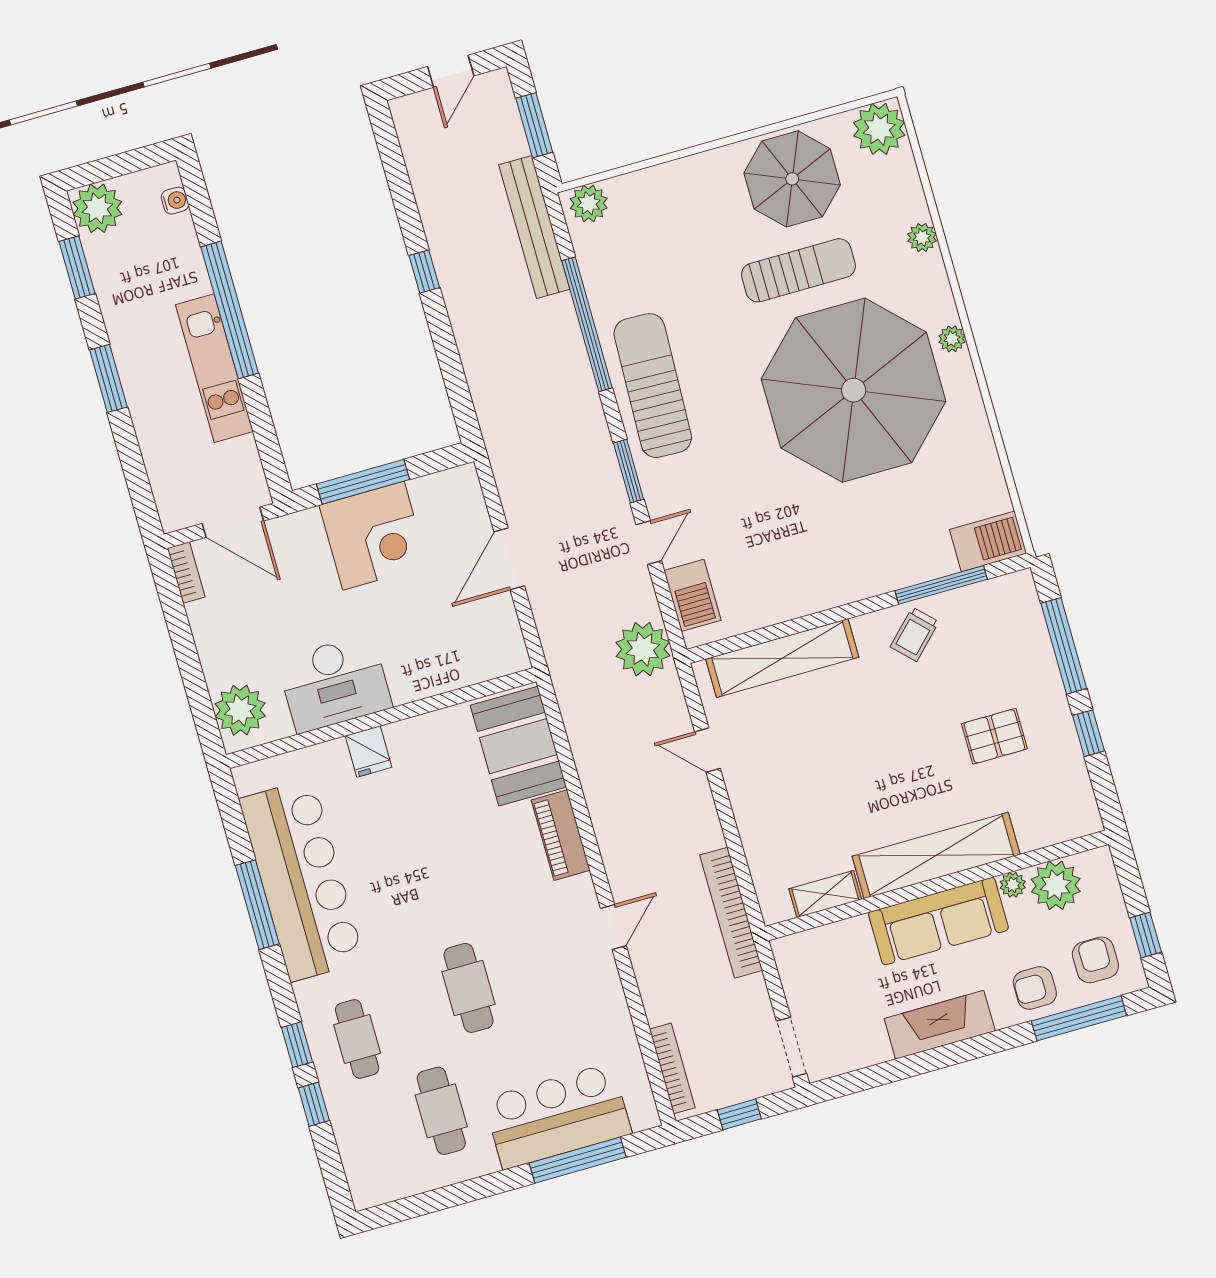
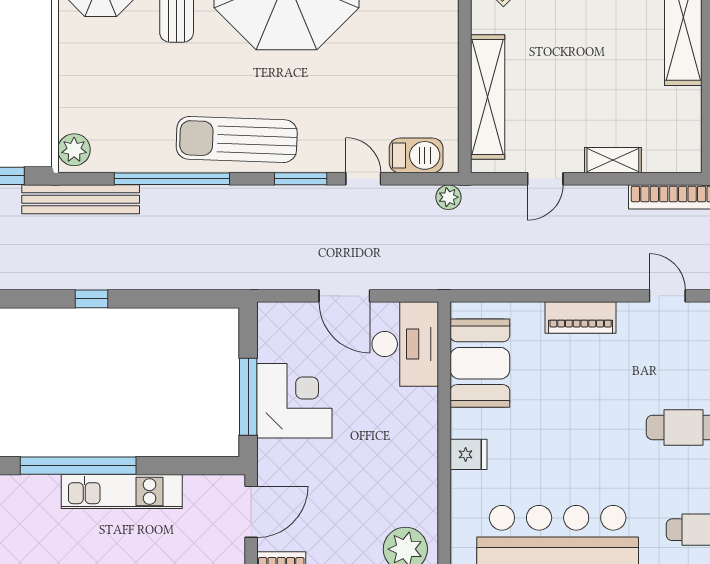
plant: (643, 649) -> (448, 197), width x0.53, depth x0.53
desk: (335, 683) -> (405, 344), moved
booth: (518, 746) -> (480, 363), moved, turned 90
shelving: (825, 894) -> (613, 160), moved, turned 90

